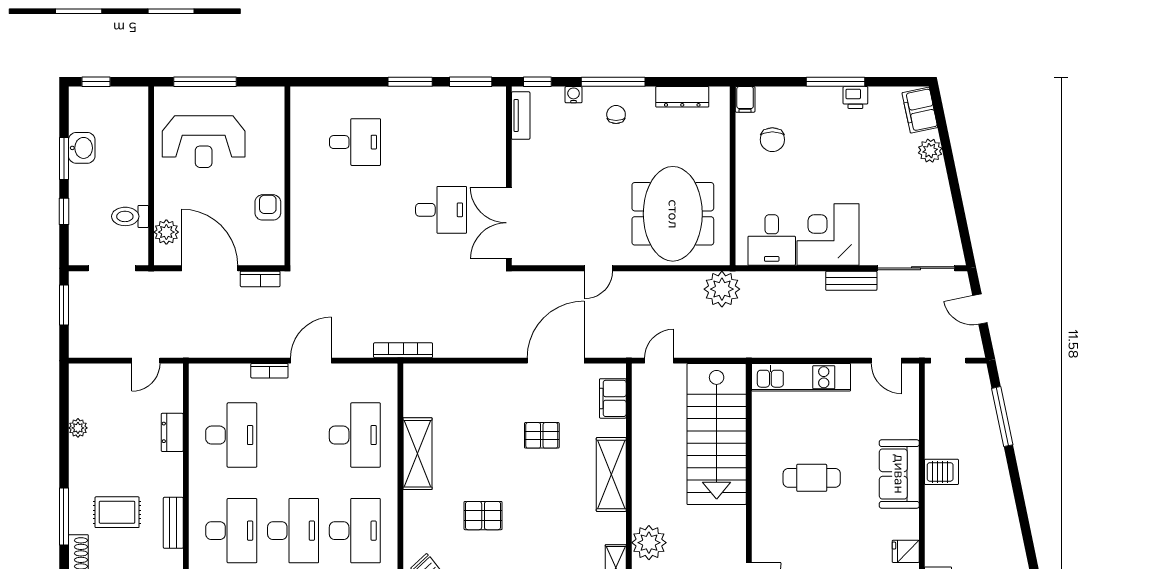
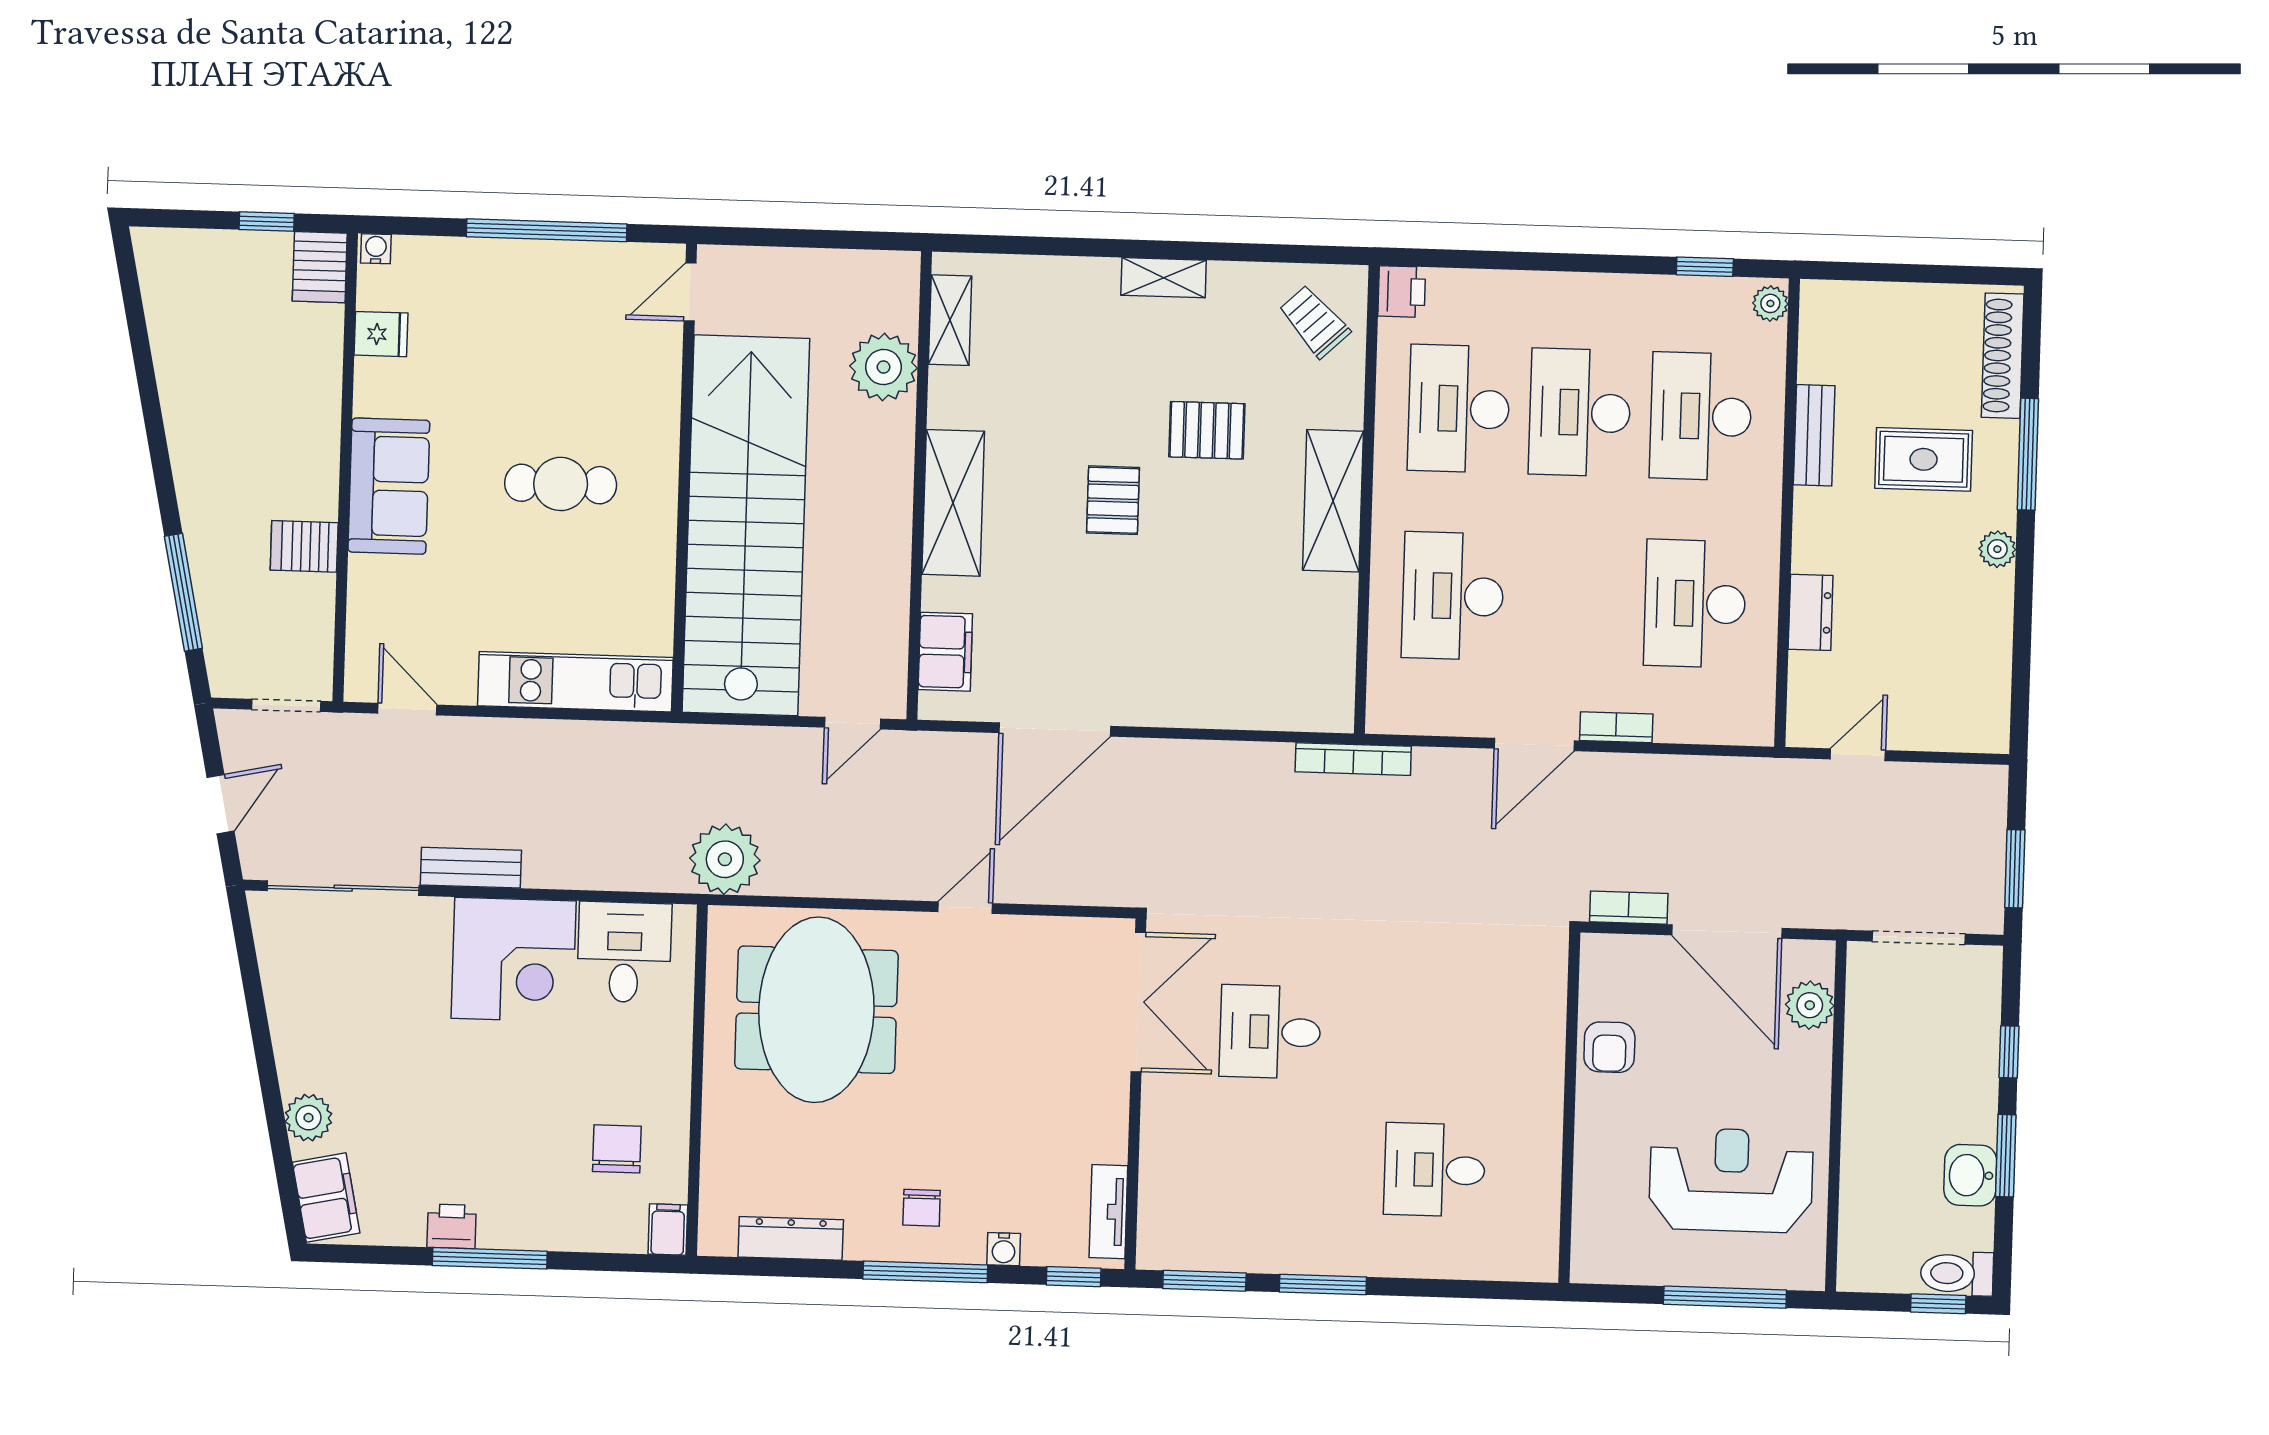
toilet: (130, 216) -> (1957, 1273), moved, turned 180
door: (980, 309) -> (221, 804), hinge flipped
plant: (78, 428) -> (1997, 549), moved
stairs: (717, 434) -> (746, 525), width x1.36
pallet: (542, 435) -> (1113, 500), moved, turned 90
shelving: (418, 454) -> (1333, 501), moved
server rack: (941, 472) -> (304, 546), moved

